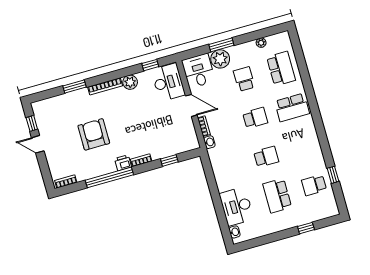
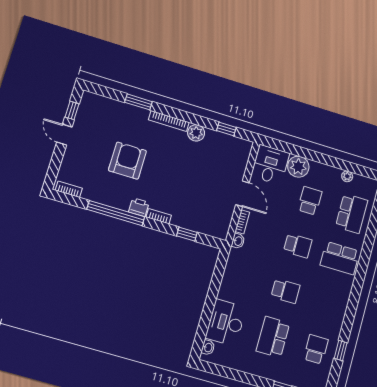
window: (221, 45) -> (308, 154), removed
desk: (168, 82) -> (234, 157), removed
school desk: (314, 185) -> (316, 349), turned 90

